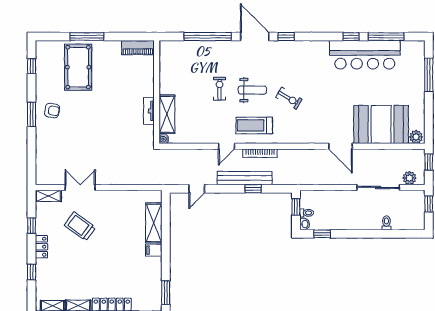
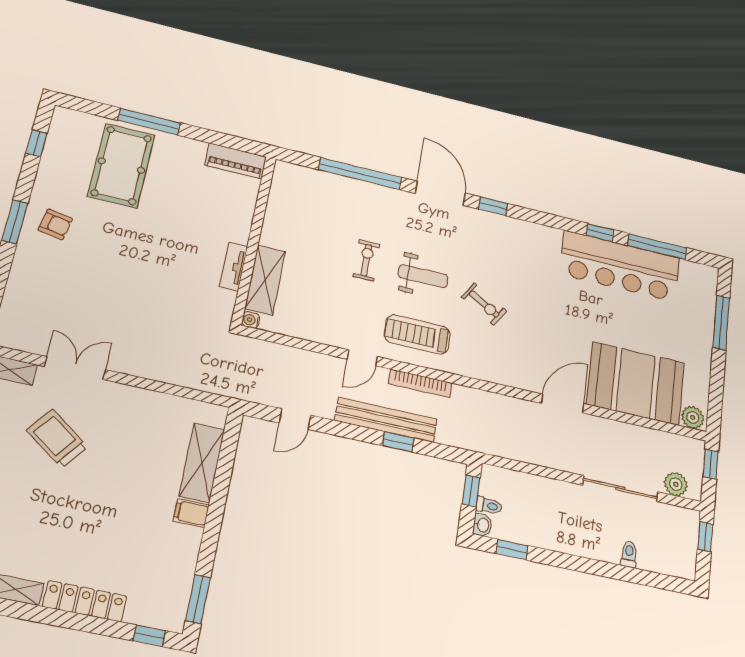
door: (340, 146) -> (563, 403), swing flipped

